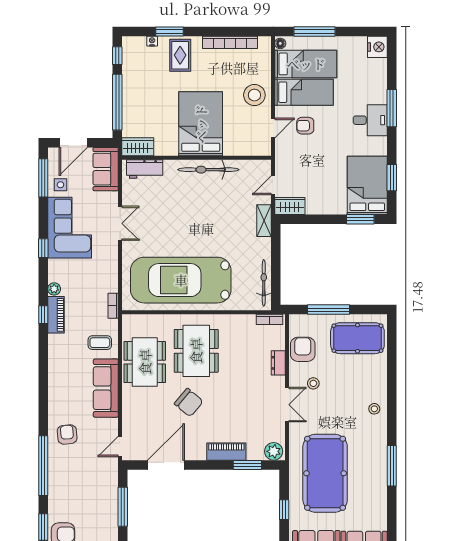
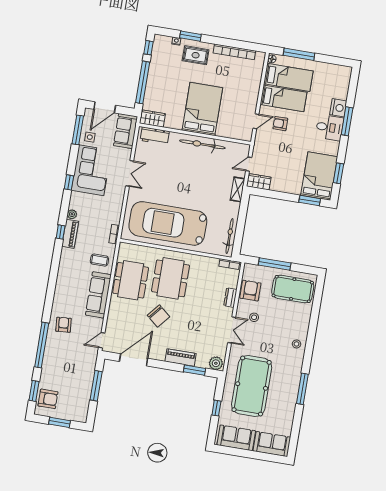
nightstand: (377, 47) -> (338, 108), moved
rug: (180, 55) -> (196, 55), turned 90
stool: (254, 95) -> (246, 94), removed

